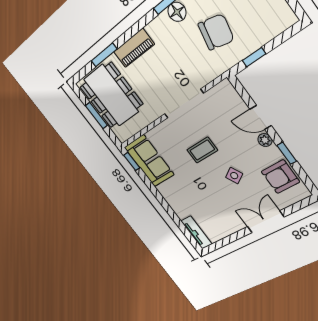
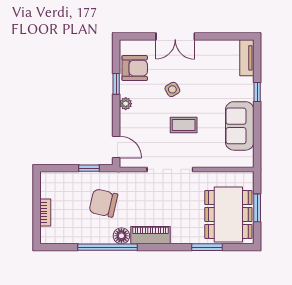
piano: (134, 48) -> (150, 235), moved
door: (261, 117) -> (116, 147), moved
window: (132, 161) -> (257, 92), moved
sofa: (149, 161) -> (240, 126), moved

